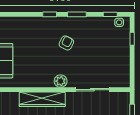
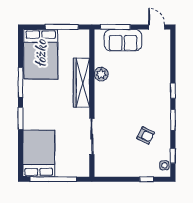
armchair: (66, 43) -> (146, 135), moved
plant: (61, 81) -> (101, 74), moved

